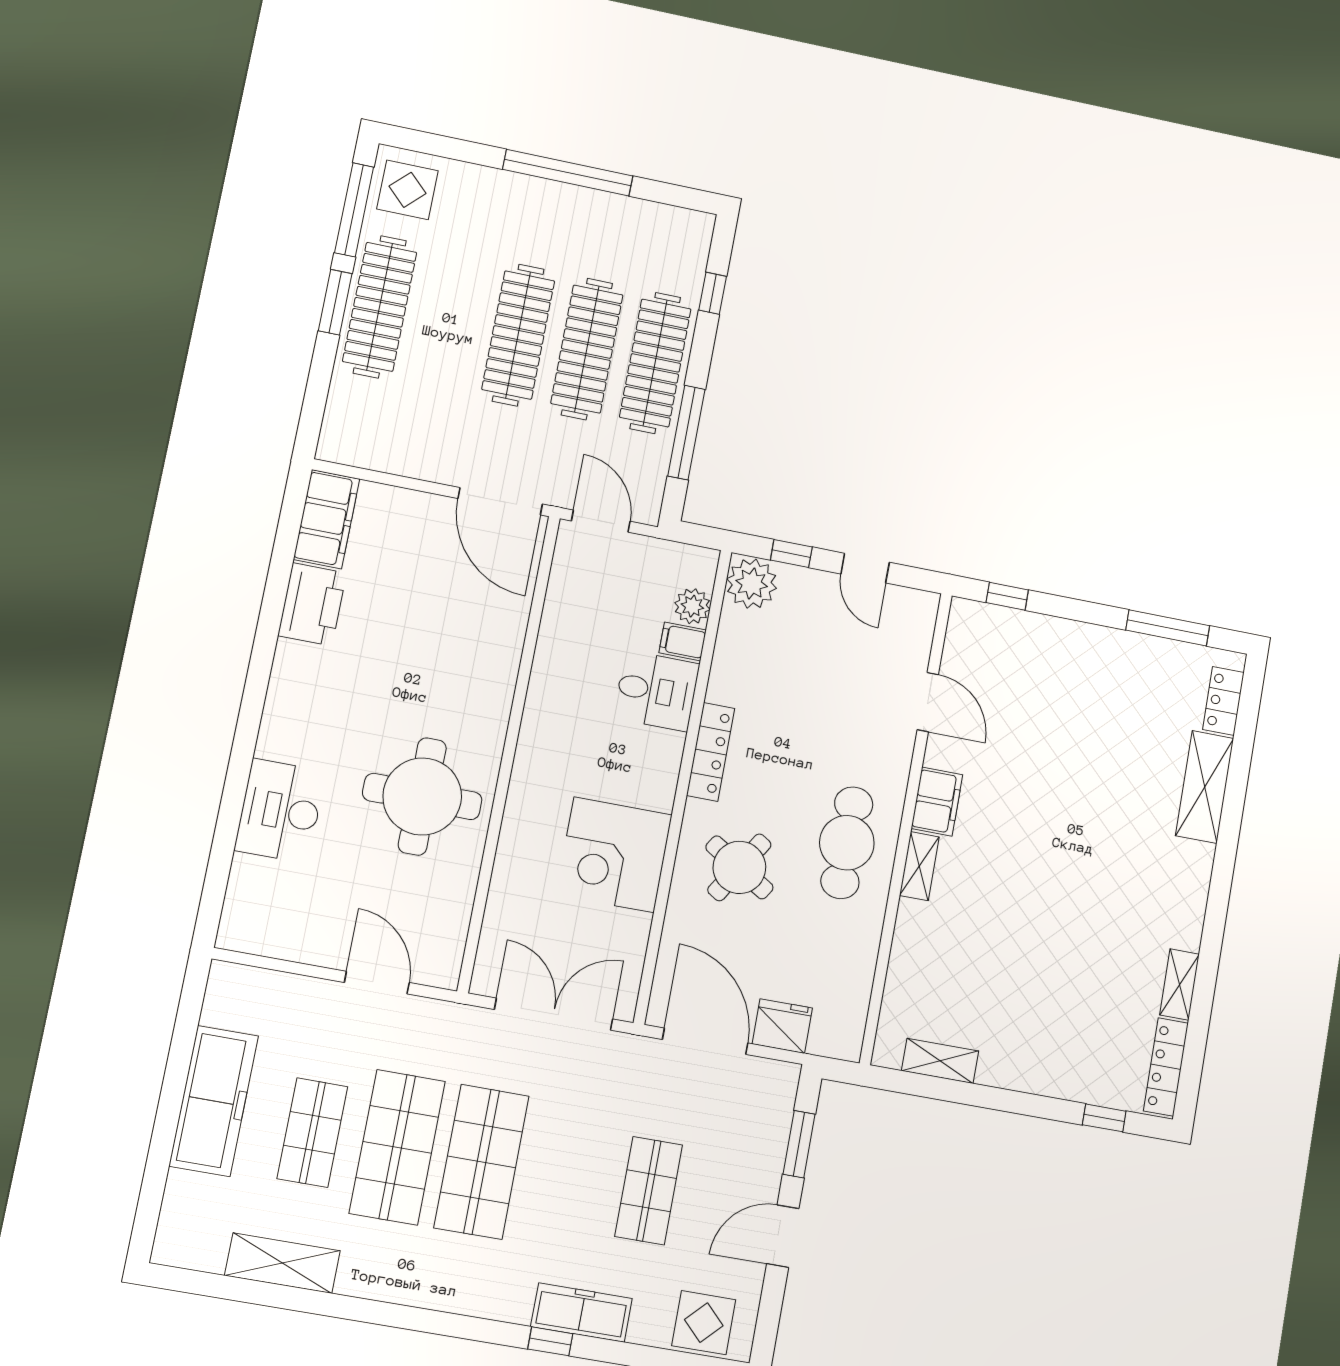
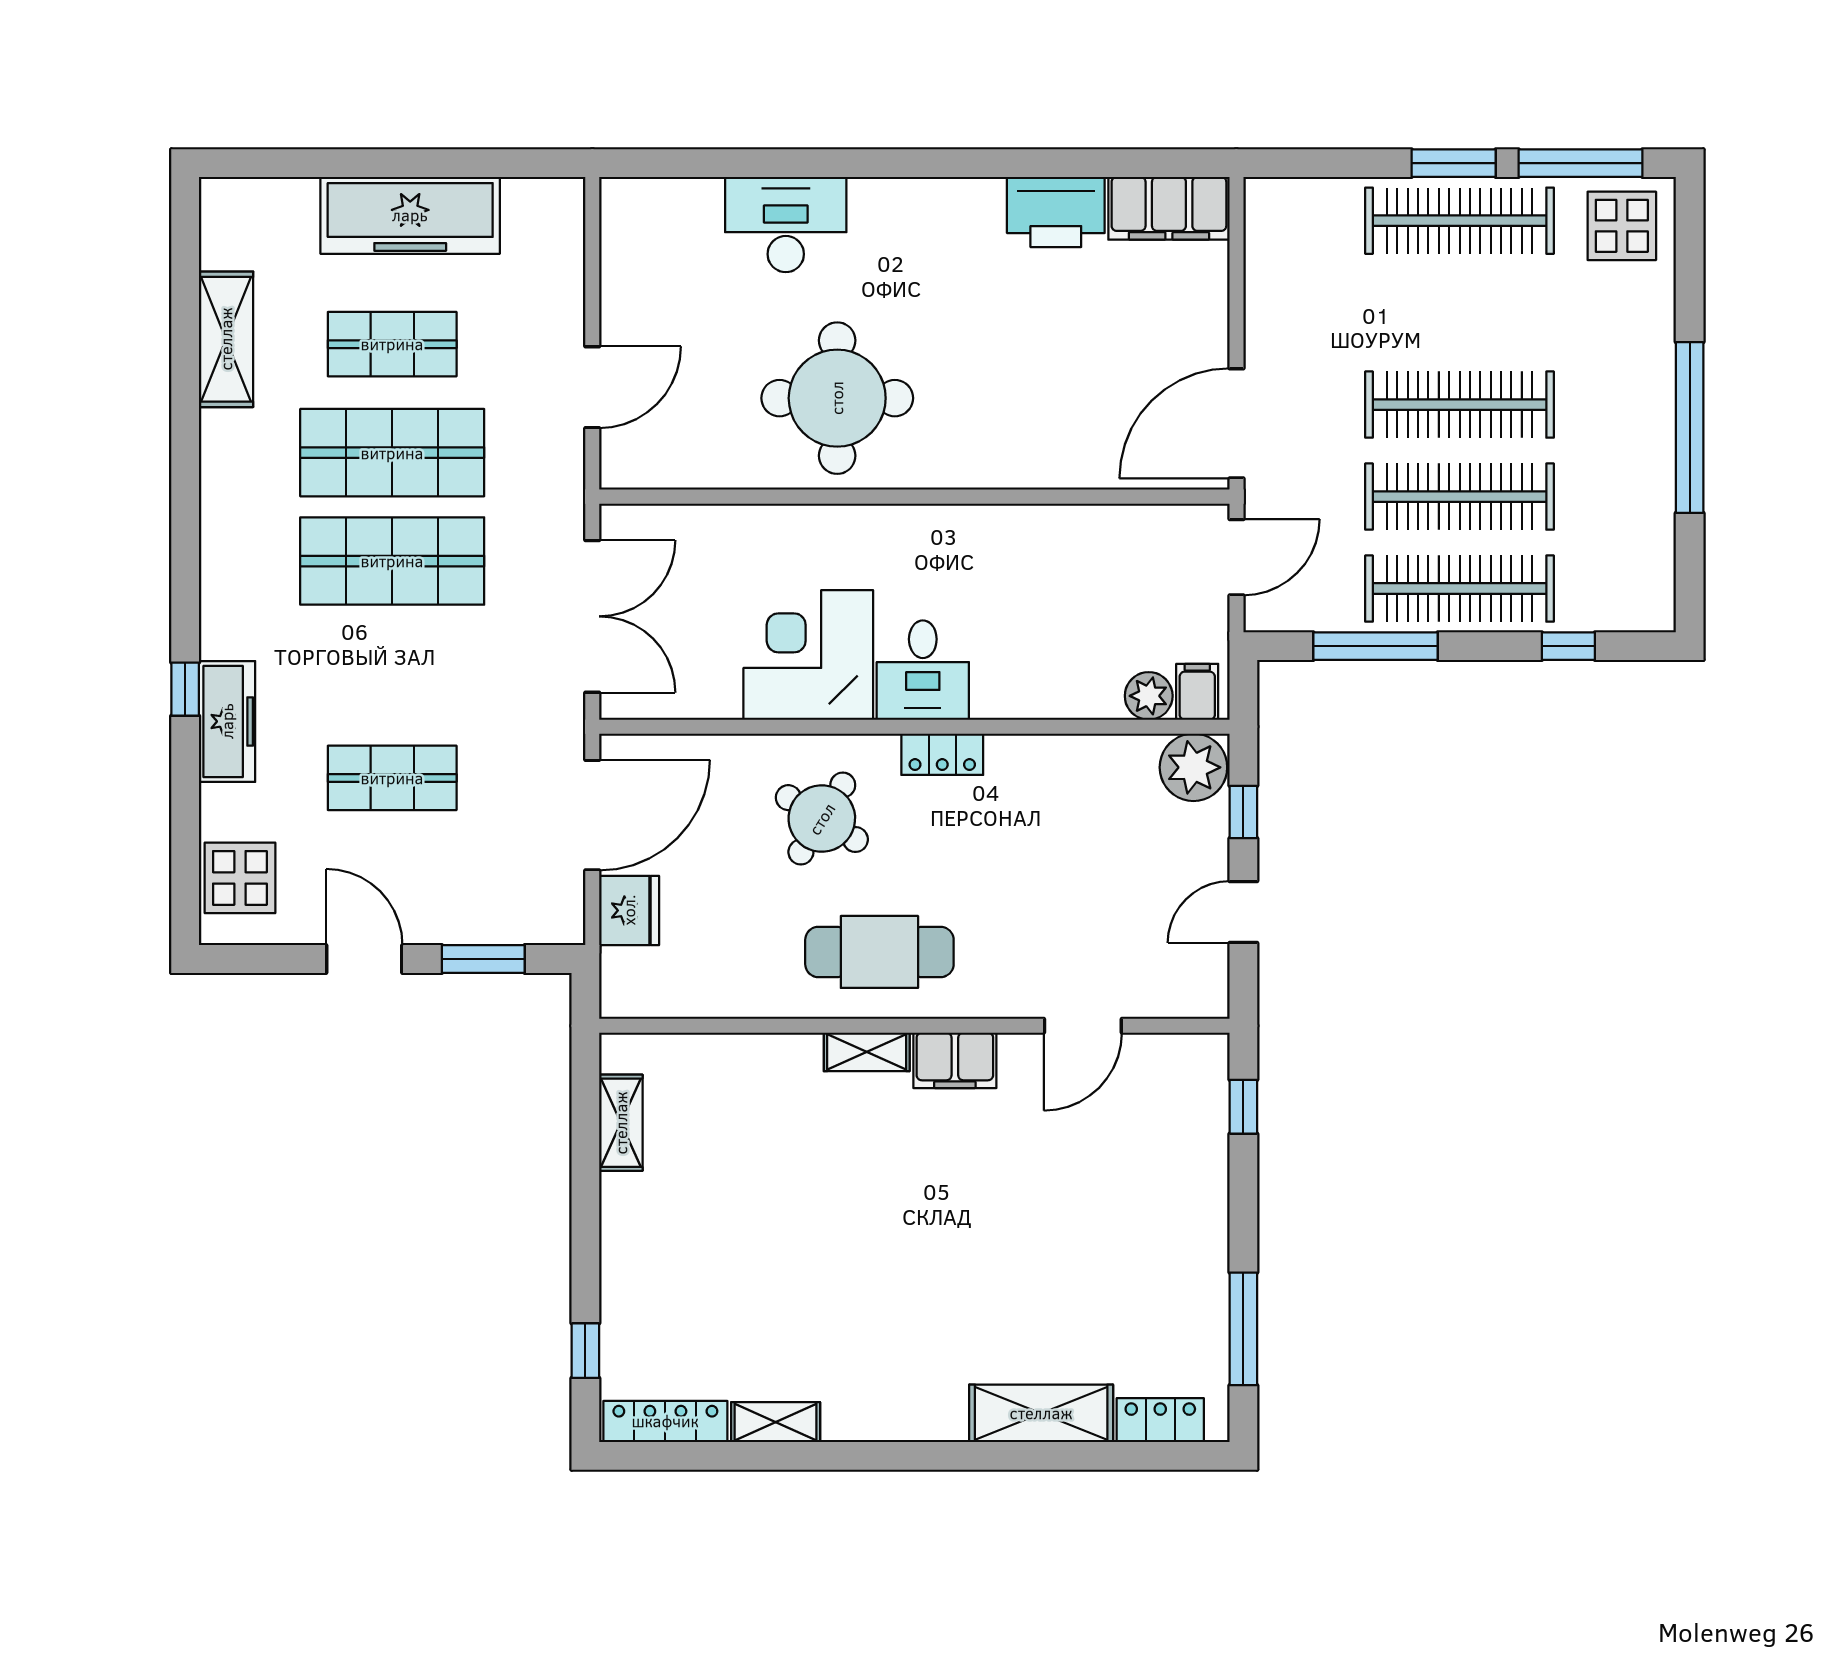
filing cabinet: (683, 641) -> (1197, 692), moved
desk: (657, 691) -> (923, 670), moved
locker: (711, 752) -> (942, 754), width x0.66

